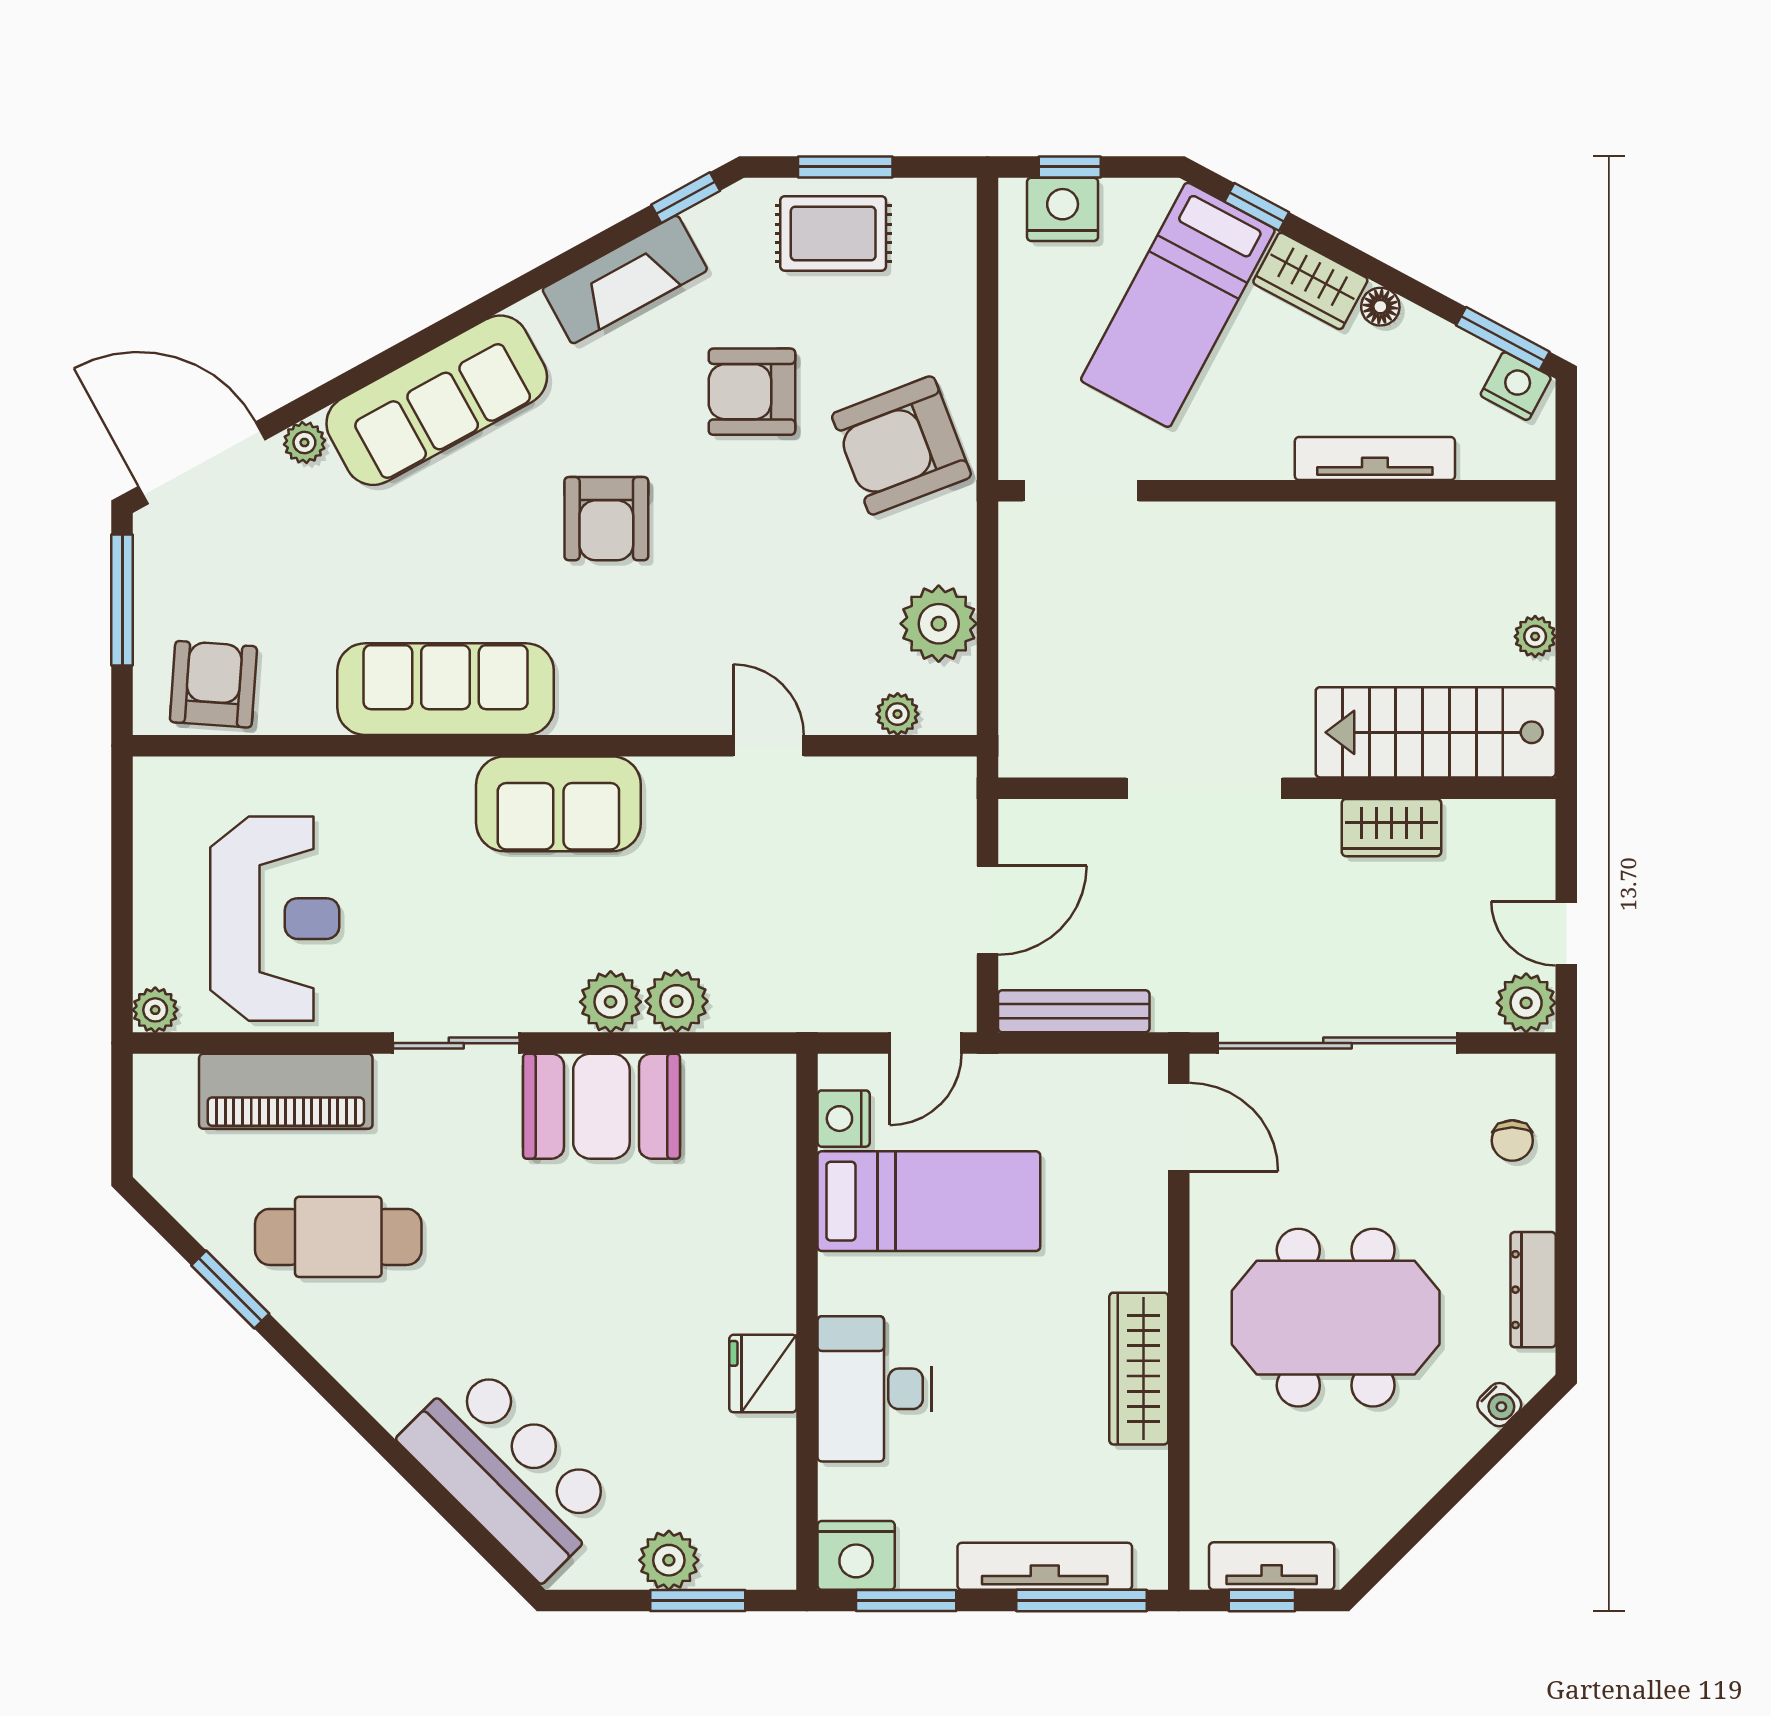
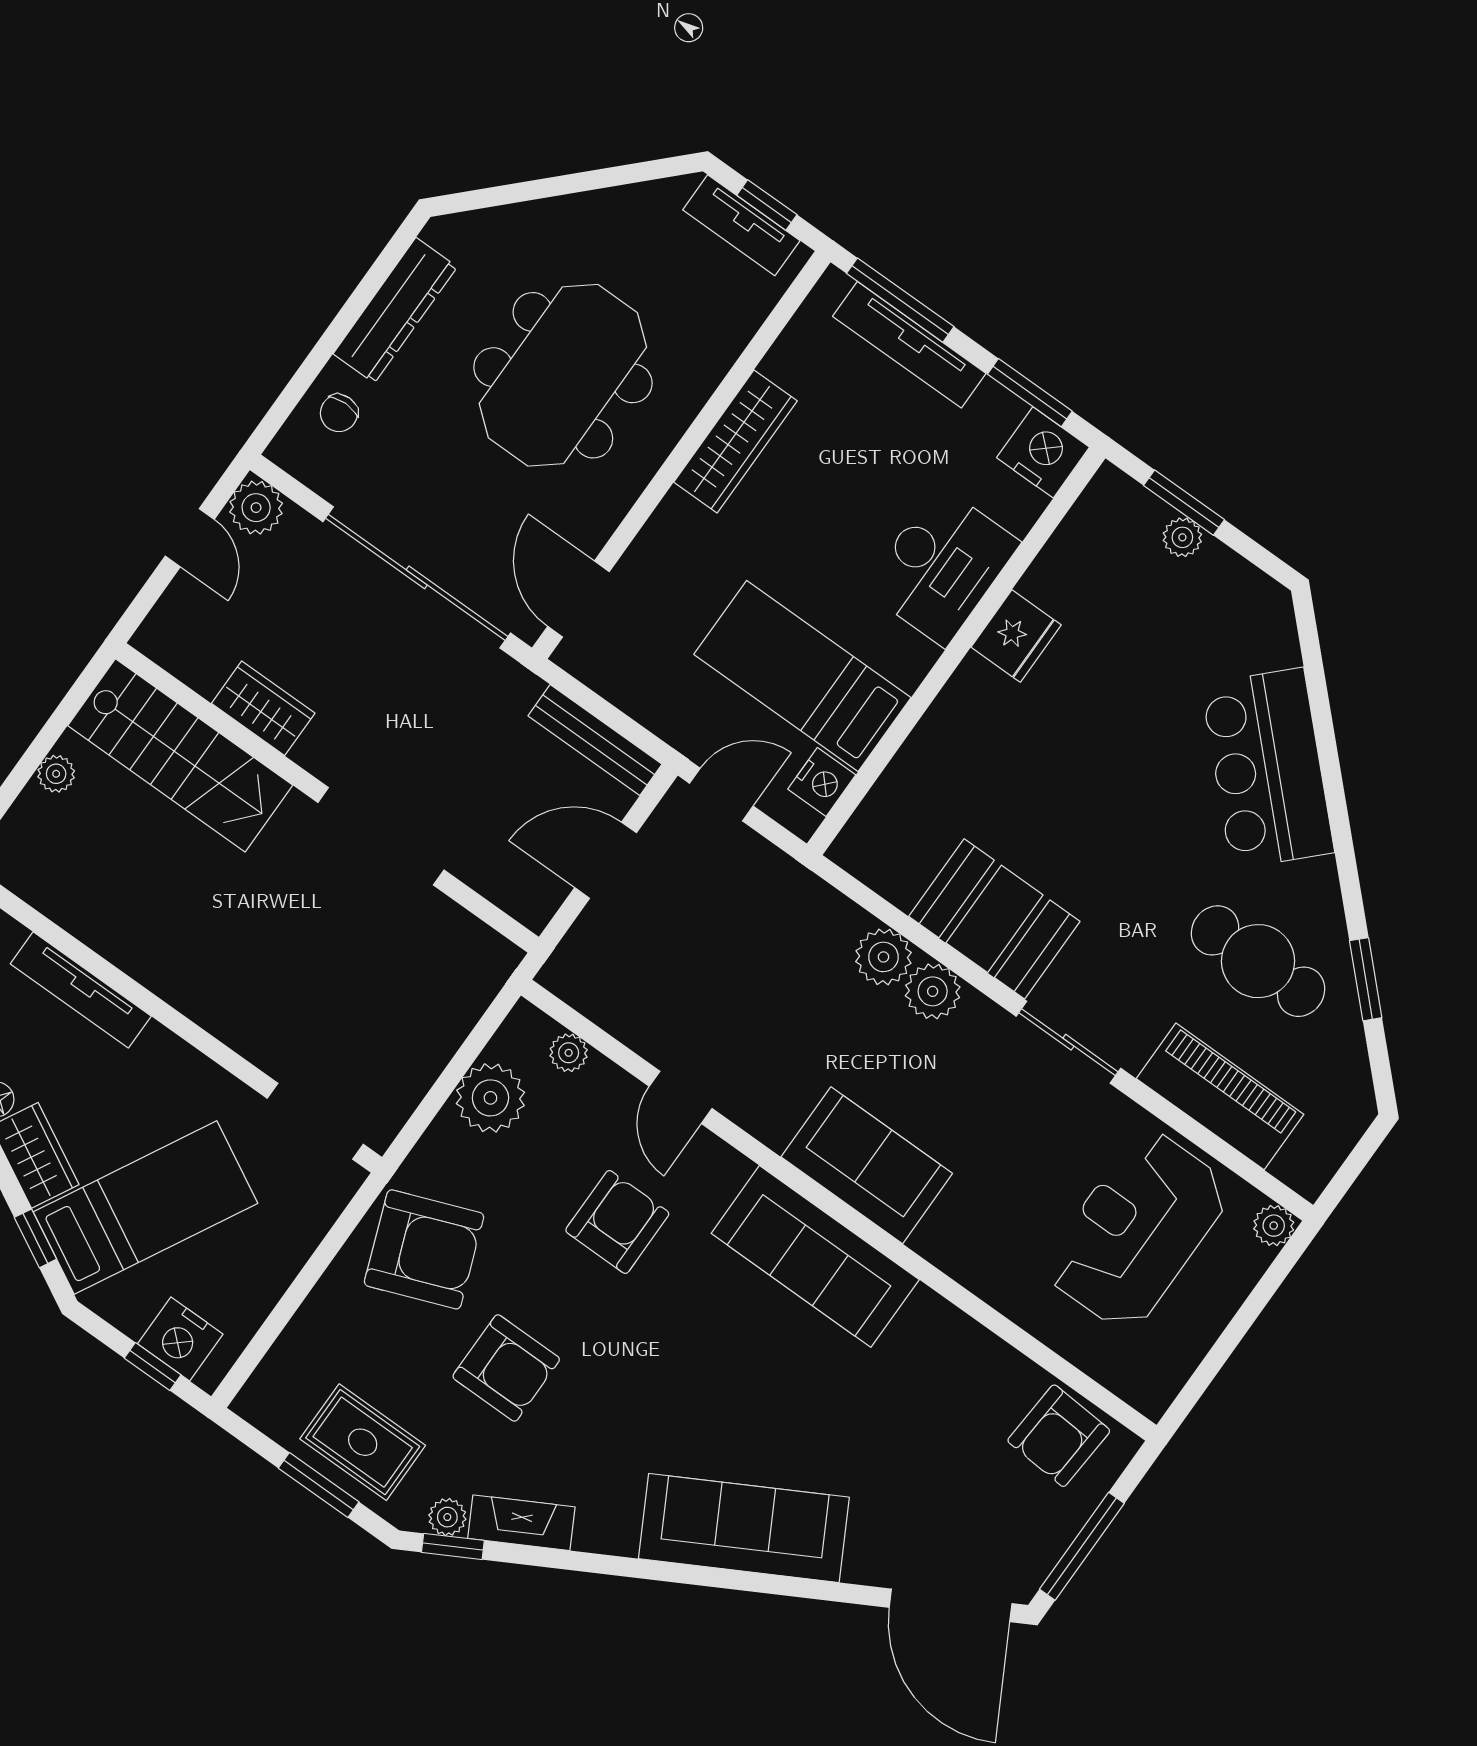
fireplace: (625, 280) -> (521, 1523), width x0.73, depth x0.76
plant: (304, 442) -> (447, 1517), moved
armchair: (606, 519) -> (617, 1222), moved
sofa: (446, 689) -> (815, 1256), moved
chair: (1512, 1141) -> (339, 413), turned 180
dresser: (1533, 1290) -> (395, 310), width x1.37, depth x1.24
meeting table: (1336, 1318) -> (563, 375), turned 90
water cooler: (1499, 1405) -> (488, 225), removed
bar counter: (509, 1471) -> (1268, 768), moved
plant: (669, 1560) -> (1182, 537), width x0.73, depth x0.73

